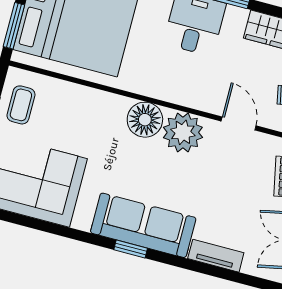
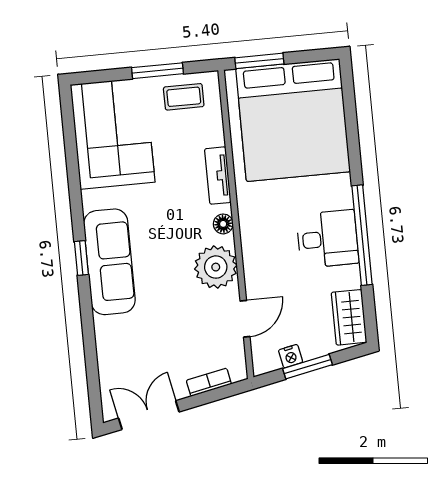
floor lamp: (145, 120) -> (223, 224), width x0.53, depth x0.53
tv unit: (216, 256) -> (218, 176), moved, turned 180

